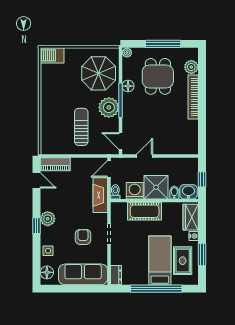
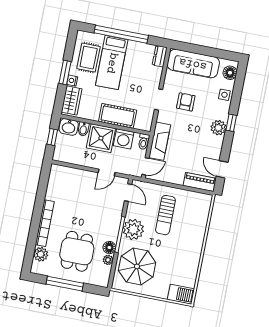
plant: (127, 53) -> (108, 260), moved
armchair: (83, 237) -> (186, 102), turned 180
window: (202, 255) -> (65, 72), moved

